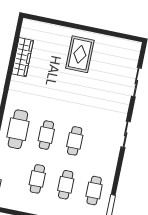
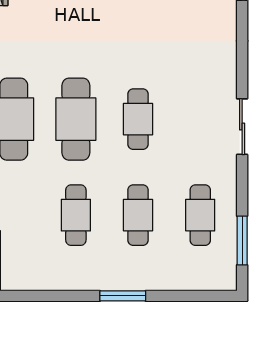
sliding door: (126, 134) -> (242, 127), moved
cafe table: (46, 135) -> (76, 119), width x1.37, depth x1.35

